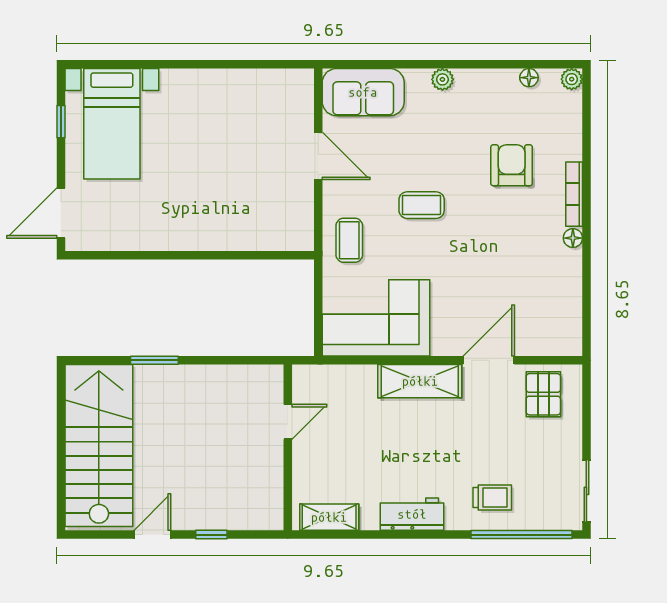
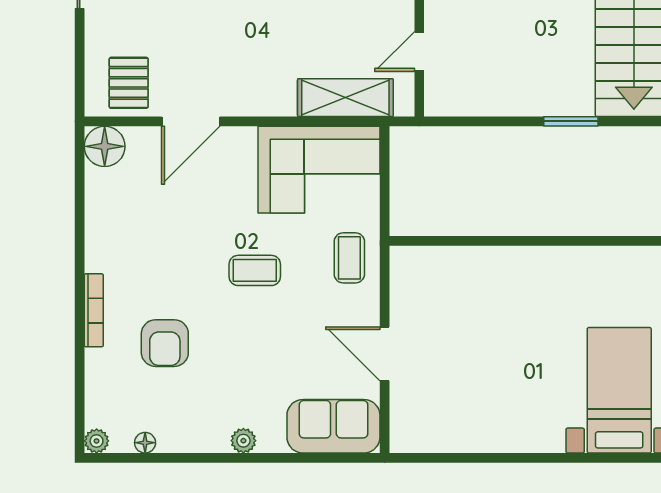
coffee table: (422, 205) -> (255, 270), moved
floor lamp: (573, 238) -> (105, 146), moved, width x1.89, depth x1.89
shelving: (420, 381) -> (345, 98), moved

